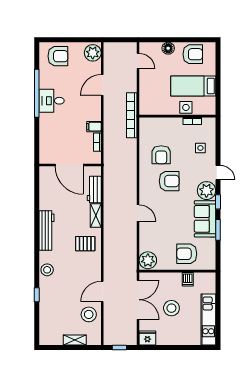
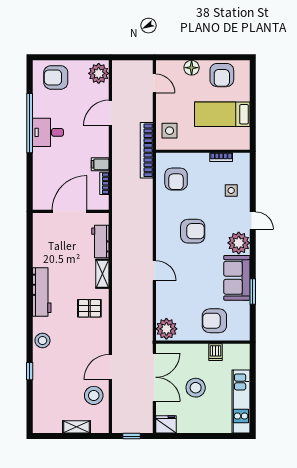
armchair: (193, 54) -> (222, 75), turned 90
armchair: (58, 56) -> (56, 77), turned 180
side table: (186, 107) -> (170, 131), moved
armchair: (161, 155) -> (176, 179), moved
door: (69, 165) -> (70, 211), swing flipped
window: (218, 202) -> (253, 257), removed

